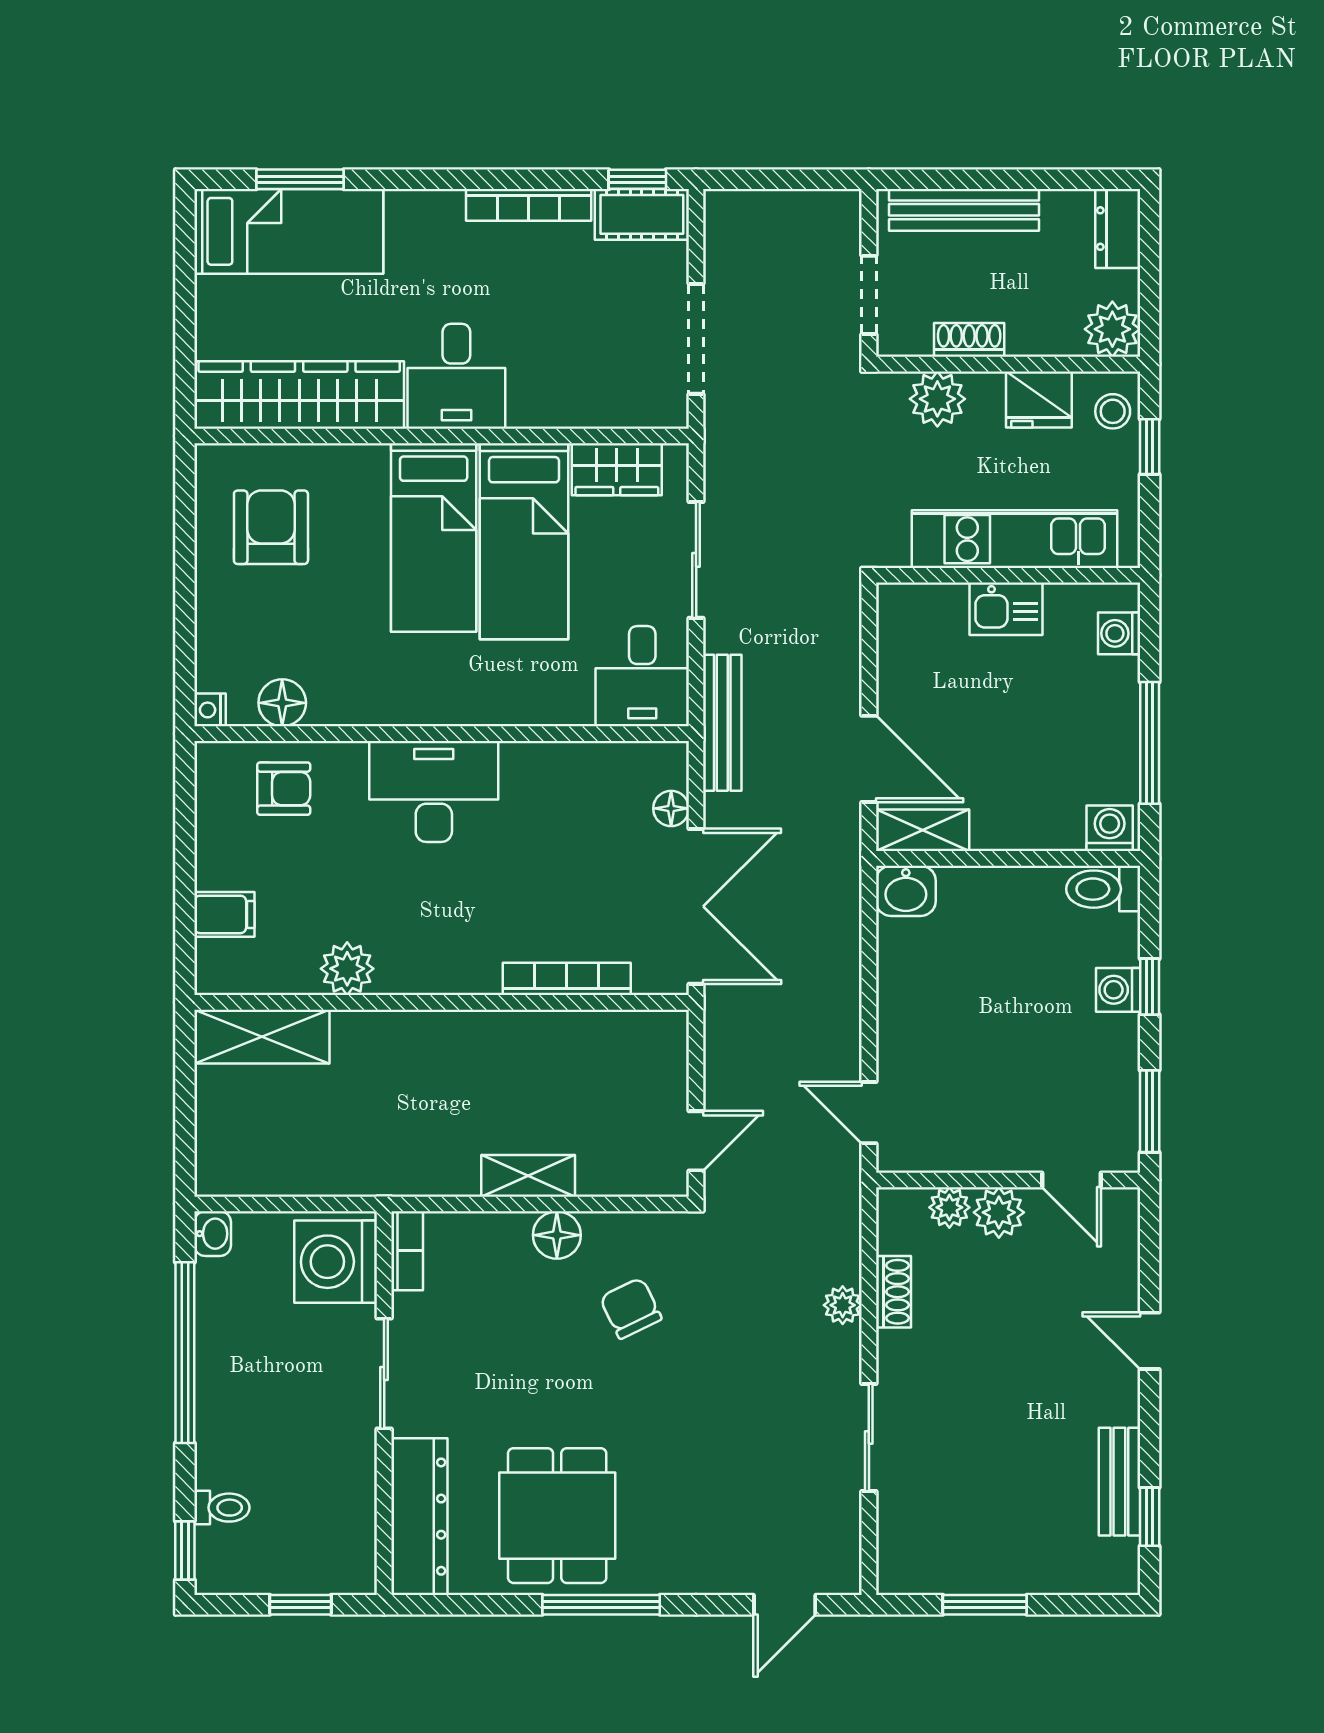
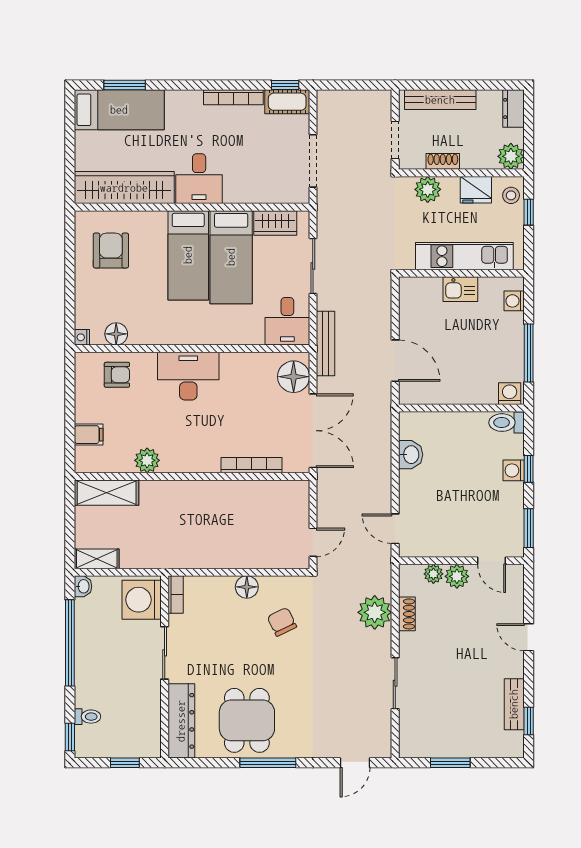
floor lamp: (671, 808) -> (294, 377), width x1.89, depth x1.89
shelving: (923, 830) -> (421, 395), removed
washbasin: (906, 891) -> (411, 455), moved, turned -90
shelving: (528, 1176) -> (97, 559), moved
plant: (843, 1305) -> (375, 612), width x1.88, depth x1.88

